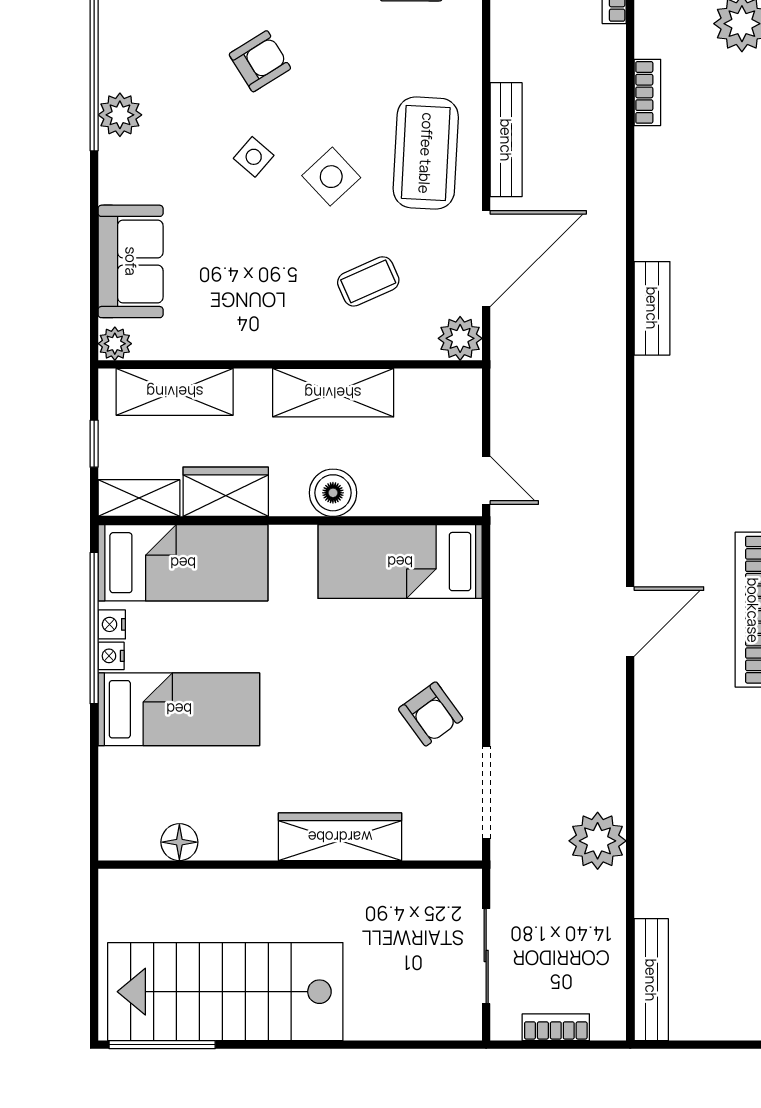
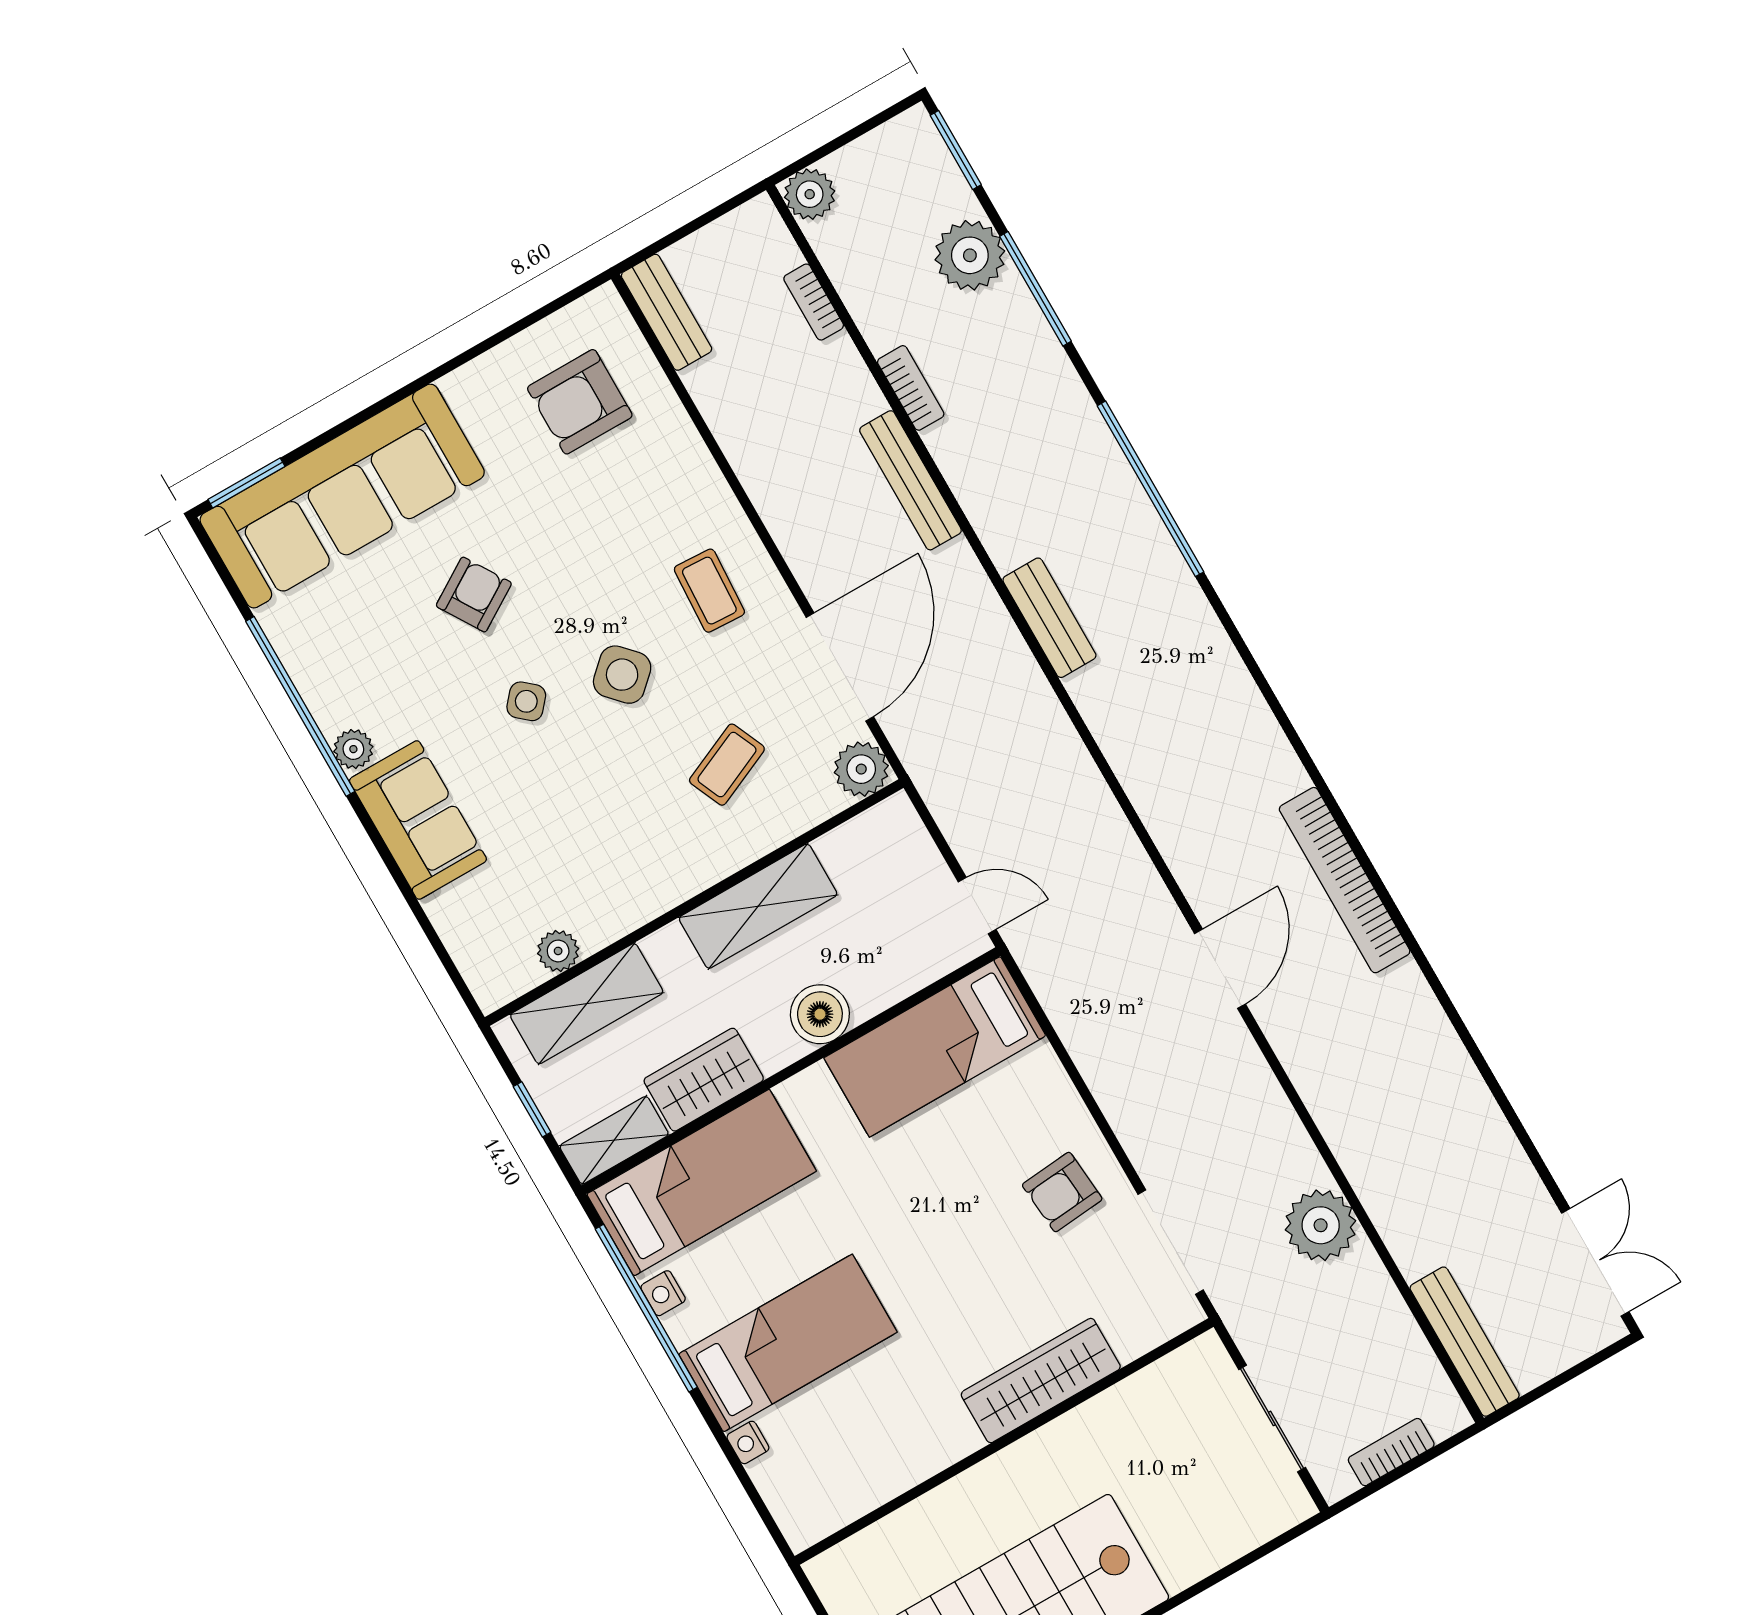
plant: (120, 115) -> (353, 749), width x0.73, depth x0.73
bench: (506, 140) -> (910, 480), moved
coffee table: (426, 153) -> (709, 591), width x0.54, depth x0.58
sofa: (131, 261) -> (418, 820), moved
plant: (115, 344) -> (558, 951), moved
nightstand: (111, 656) -> (748, 1442), moved
armchair: (431, 714) -> (1062, 1192), turned 121
floor lamp: (179, 842) -> (871, 1486), removed

